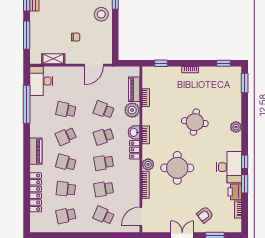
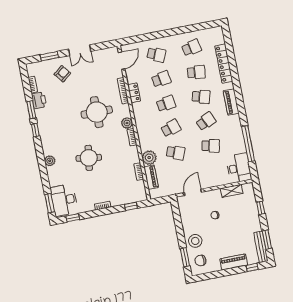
window: (27, 35) -> (261, 208), width x0.46
washbasin: (134, 132) -> (143, 137), removed
locker: (135, 150) -> (134, 93), moved
plant: (148, 164) -> (127, 123), moved
desk: (229, 167) -> (64, 200), moved

